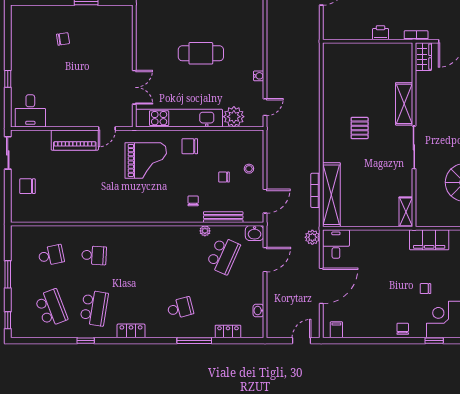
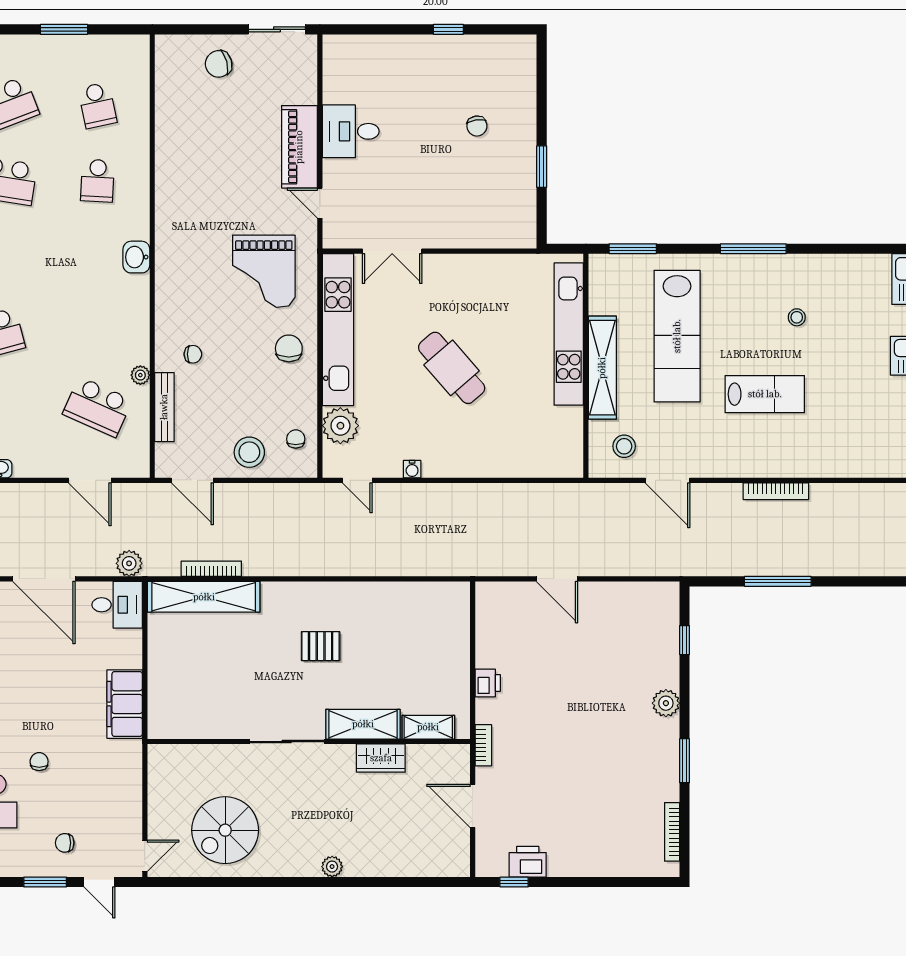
cafe table: (201, 53) -> (452, 368), turned -41
wardrobe: (423, 57) -> (381, 758), moved
window: (8, 79) -> (448, 29), moved
desk: (30, 111) -> (351, 131), moved
stool: (249, 169) -> (249, 452), width x1.89, depth x1.89
chair: (224, 177) -> (296, 439), moved
chair: (27, 186) -> (219, 64), turned -105
shelving: (406, 212) -> (428, 727), moved
washbasin: (255, 233) -> (136, 257), moved
filing cabinet: (429, 240) -> (125, 704), moved

